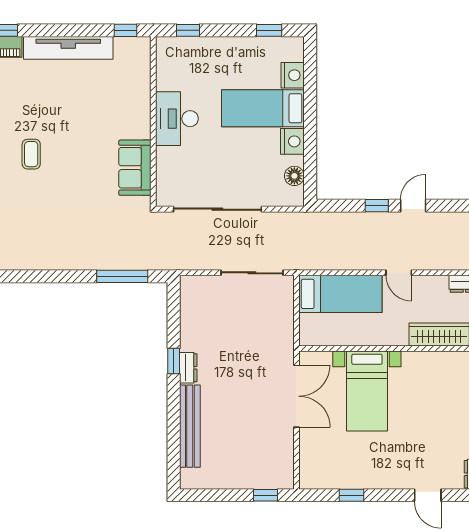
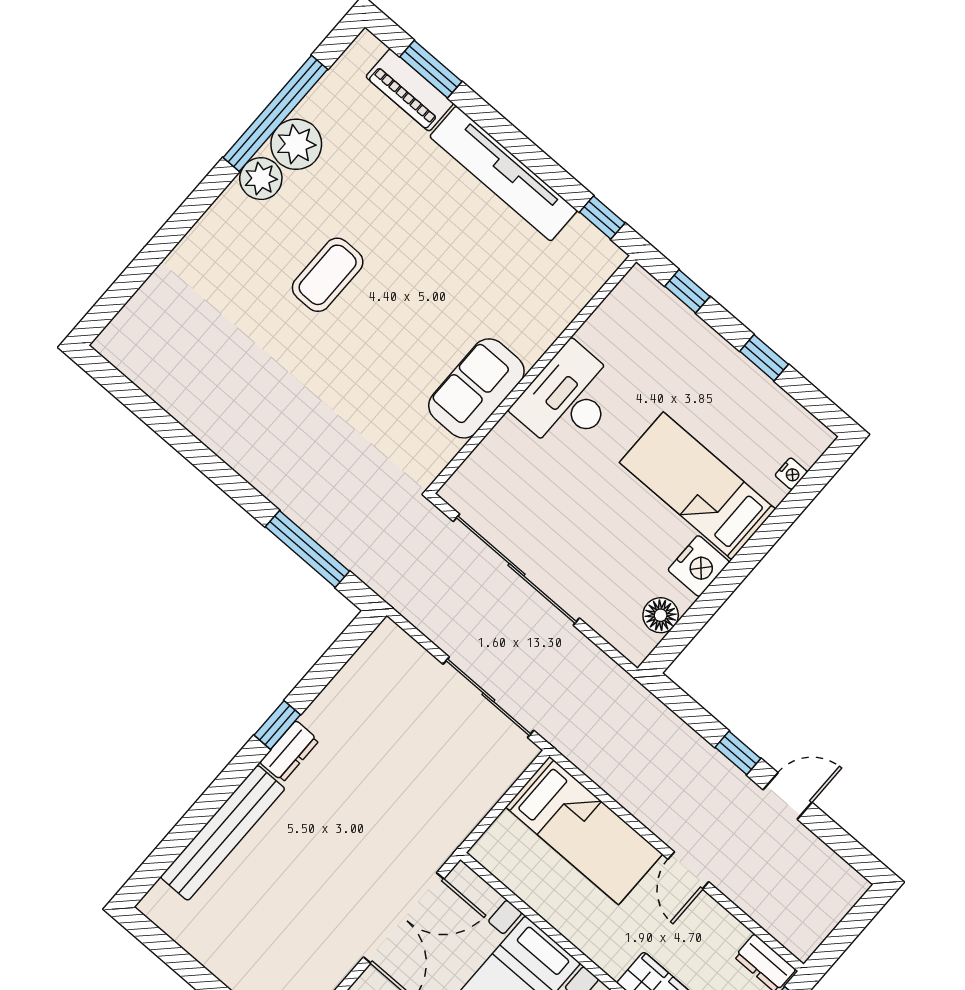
window: (269, 30) -> (764, 358), moved
nightstand: (293, 75) -> (791, 474), width x0.53, depth x0.56
coffee table: (31, 154) -> (328, 275), width x1.36, depth x1.30
sofa: (135, 168) -> (476, 388), moved

